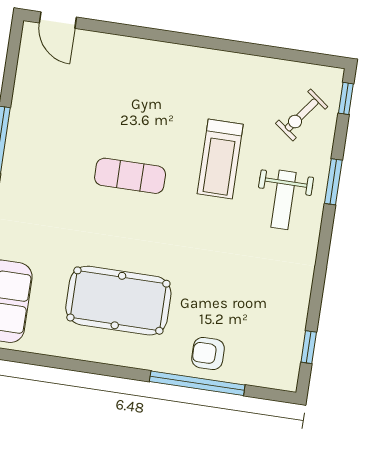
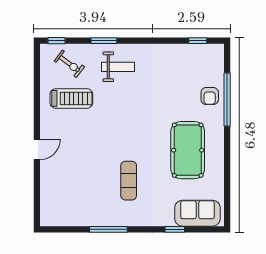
door: (58, 20) -> (37, 149), moved
treadmill: (220, 159) -> (71, 98), moved
exercise mat: (130, 176) -> (129, 181), moved

